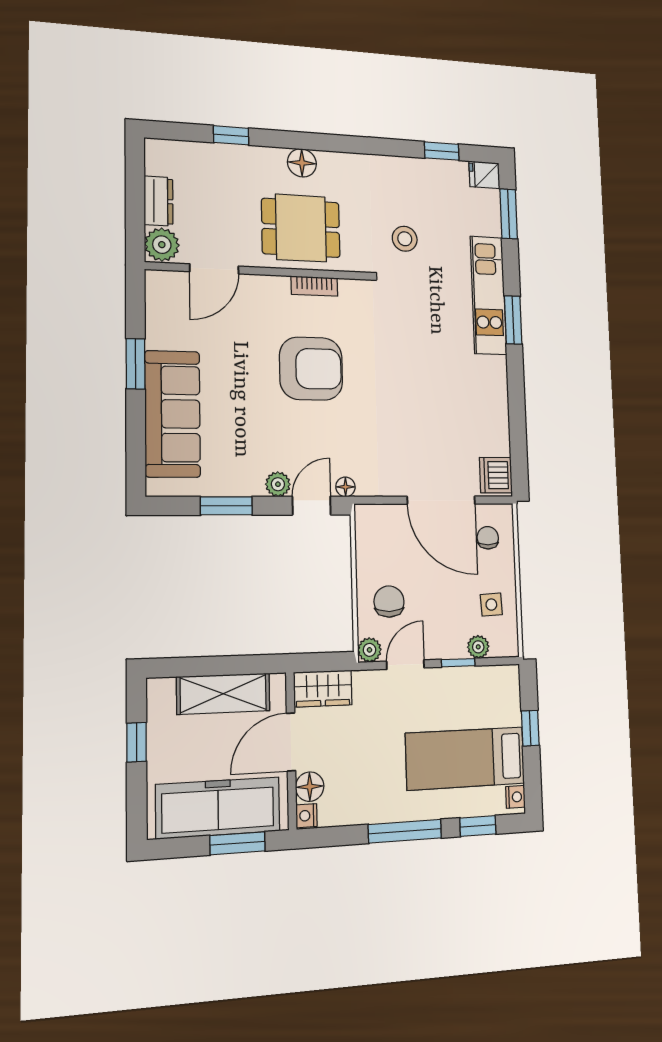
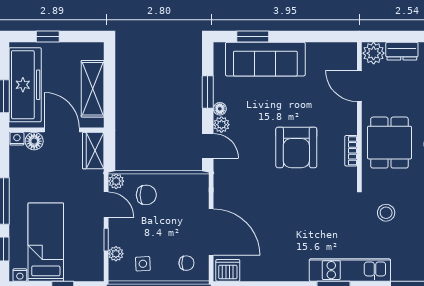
window: (135, 364) -> (253, 37), moved
floor lamp: (345, 487) -> (220, 109), moved
door: (441, 500) -> (211, 232), swing flipped
window: (137, 742) -> (48, 37), moved

